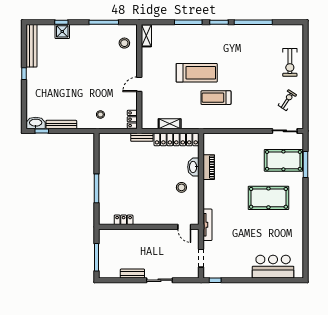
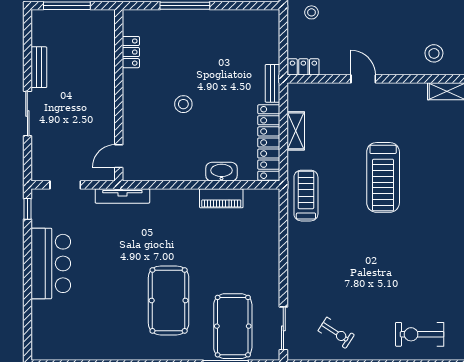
exercise bike: (290, 62) -> (420, 334), moved
treadmill: (216, 98) -> (306, 196), moved
stool: (181, 187) -> (183, 104), moved
bar counter: (273, 267) -> (51, 263), moved

